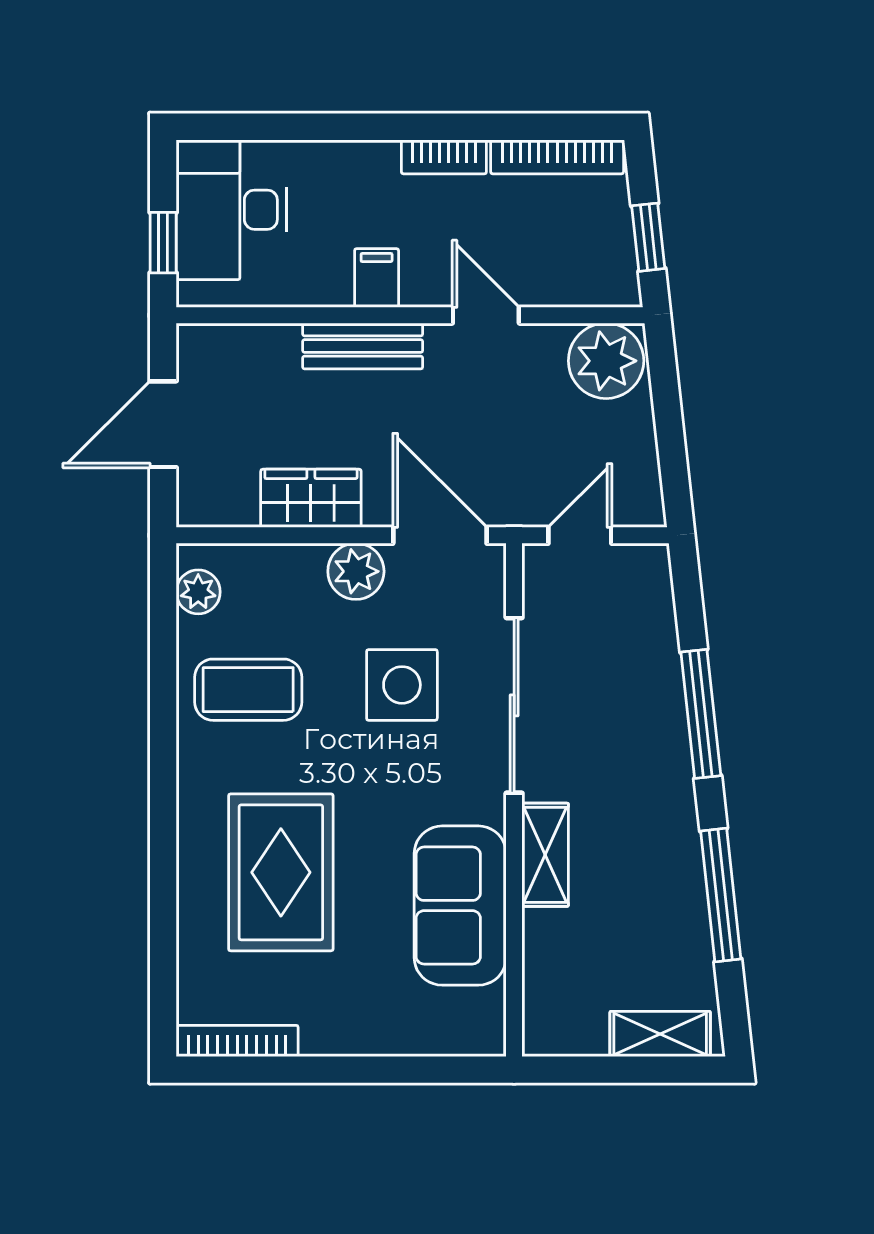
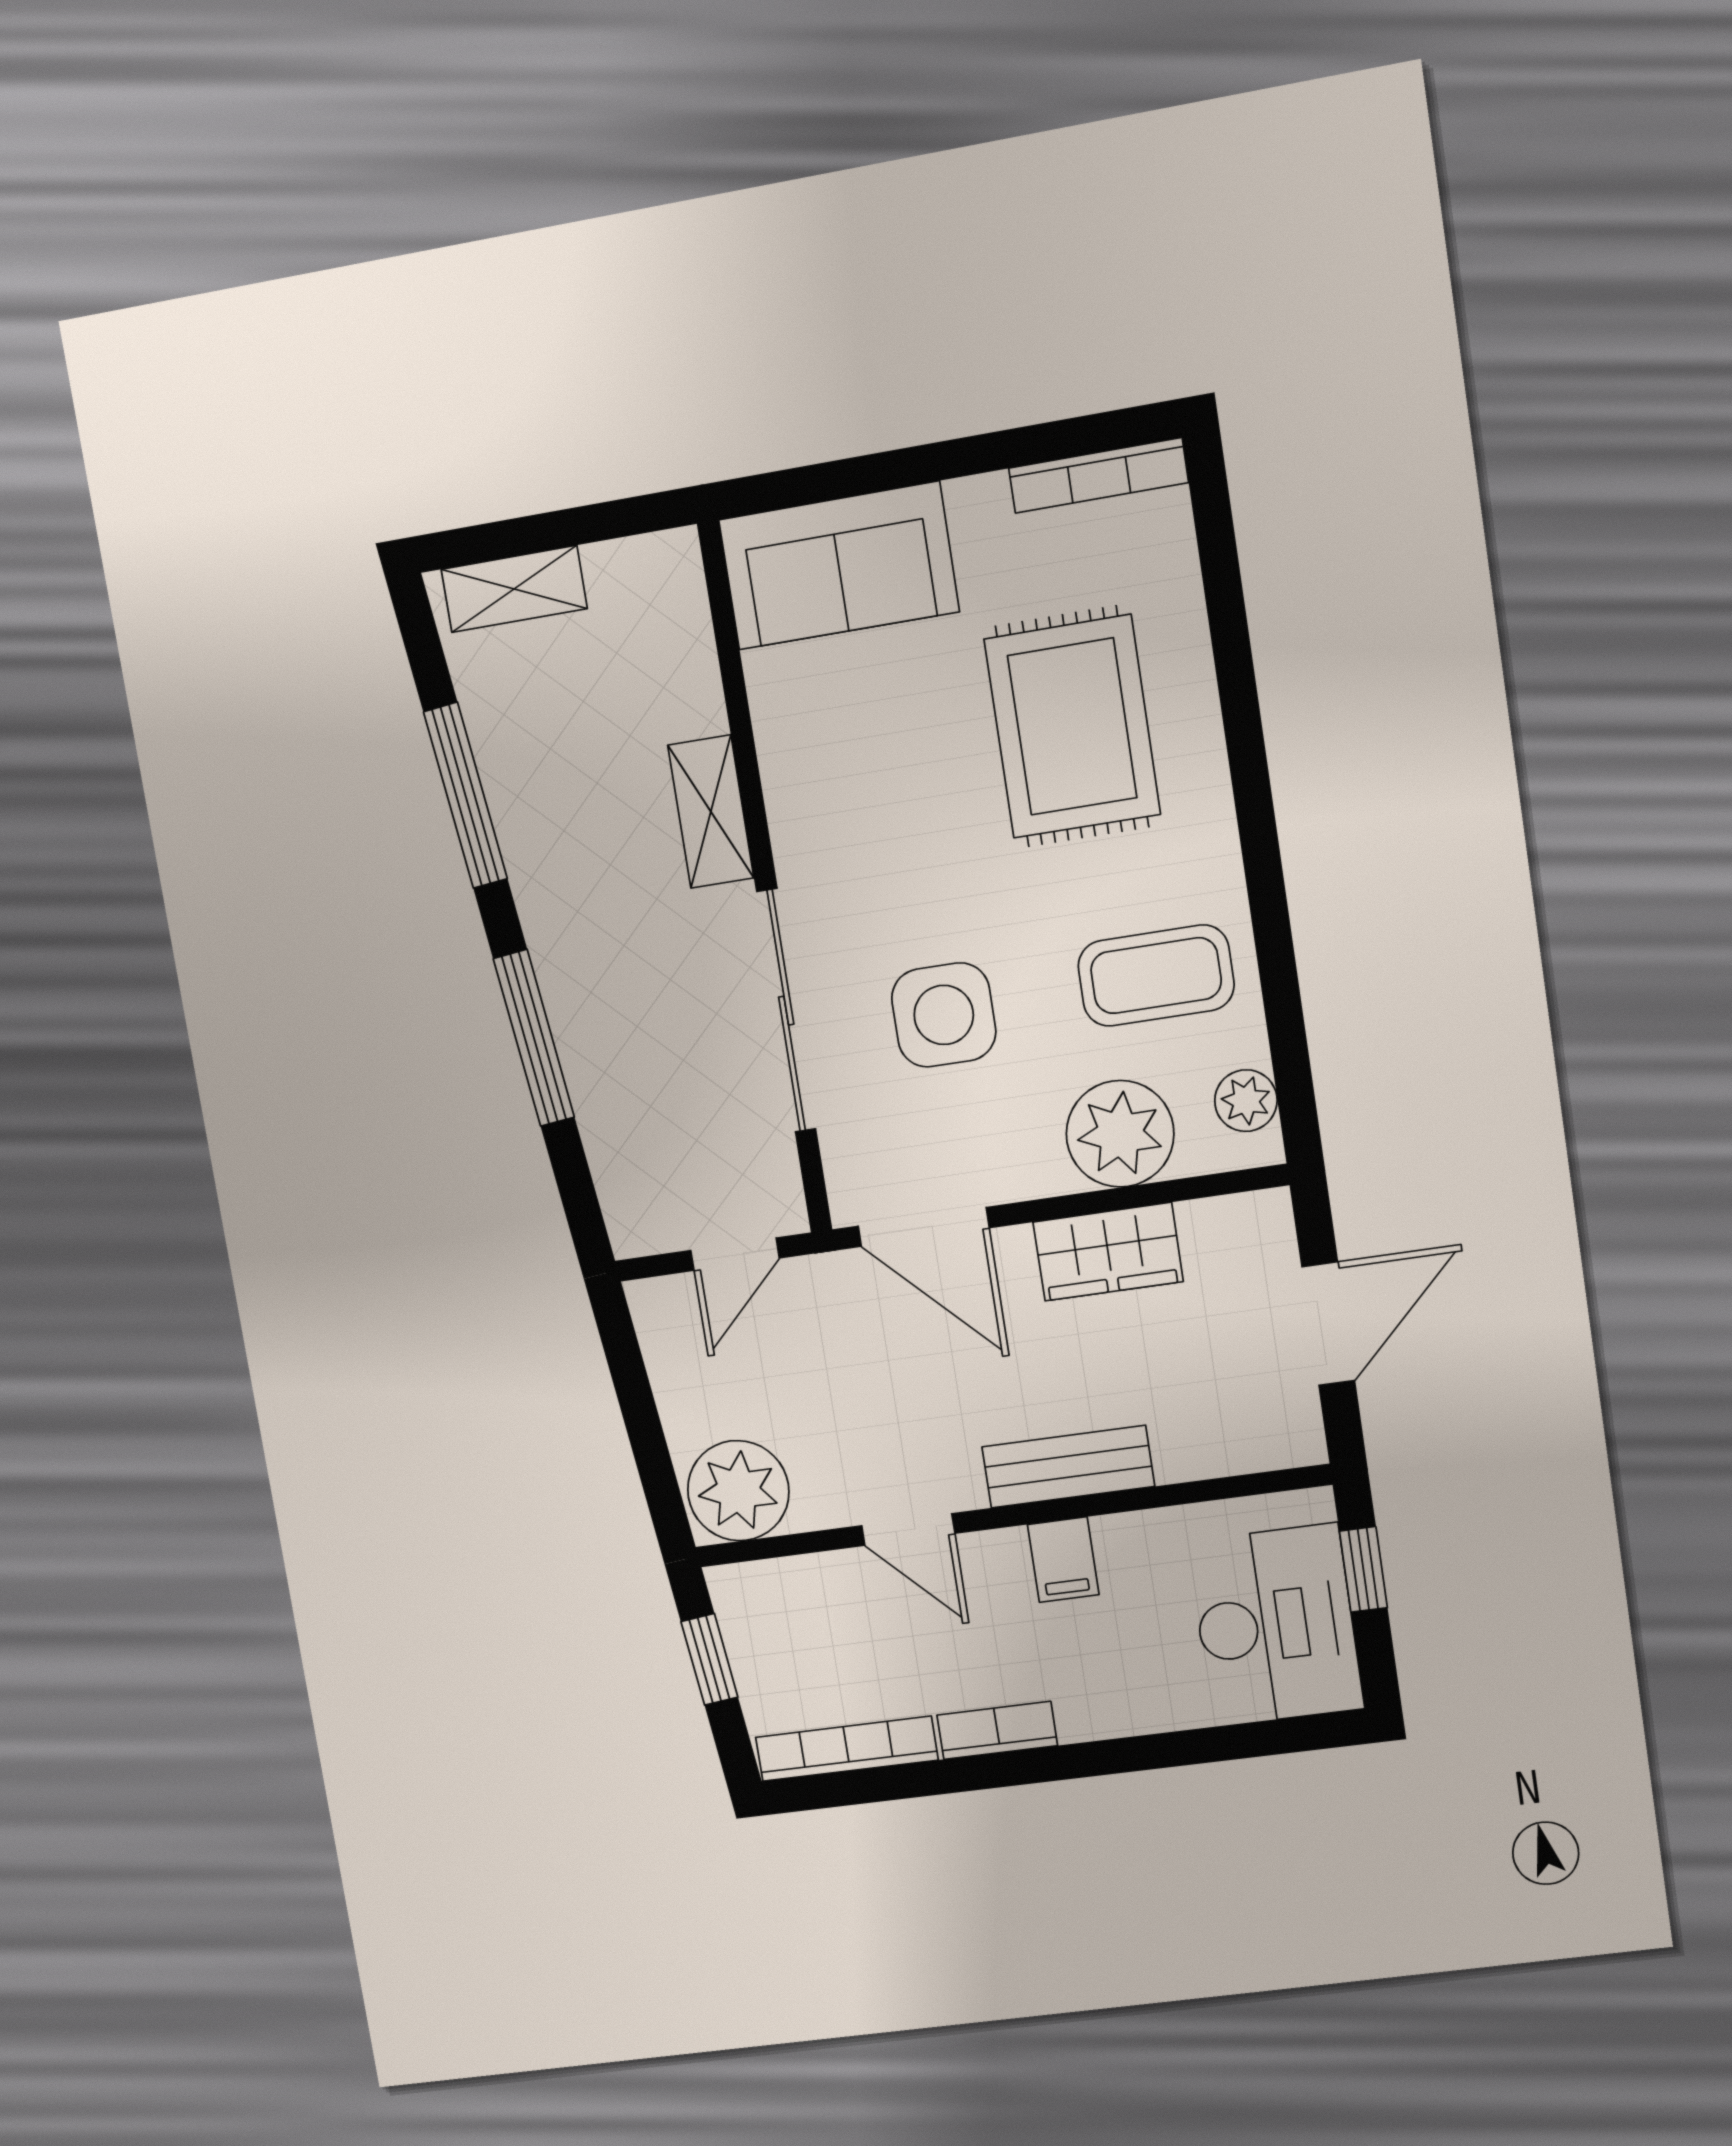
plant: (356, 571) -> (1120, 1134), moved, width x1.36, depth x1.36
sofa: (460, 906) -> (839, 566), moved, turned 90

